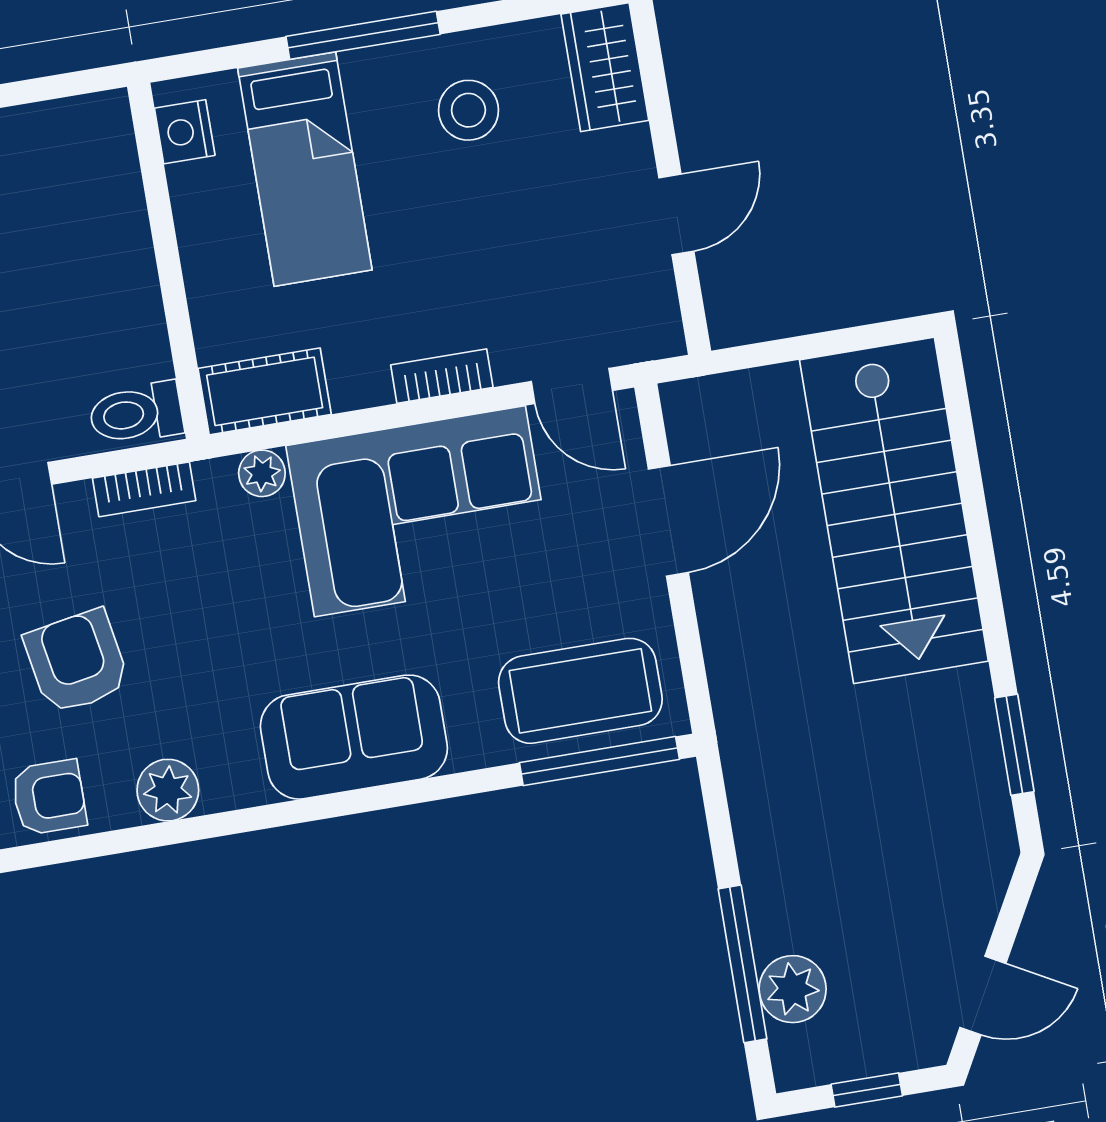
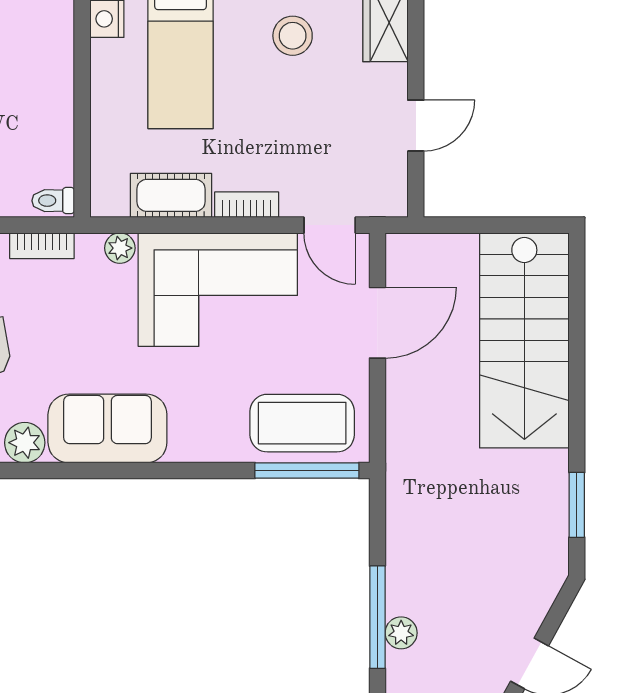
cot: (265, 391) -> (171, 195), moved
toilet: (136, 413) -> (53, 201), width x0.73, depth x0.72
sofa: (354, 737) -> (107, 428), moved
plant: (793, 989) -> (401, 633), width x0.73, depth x0.73

